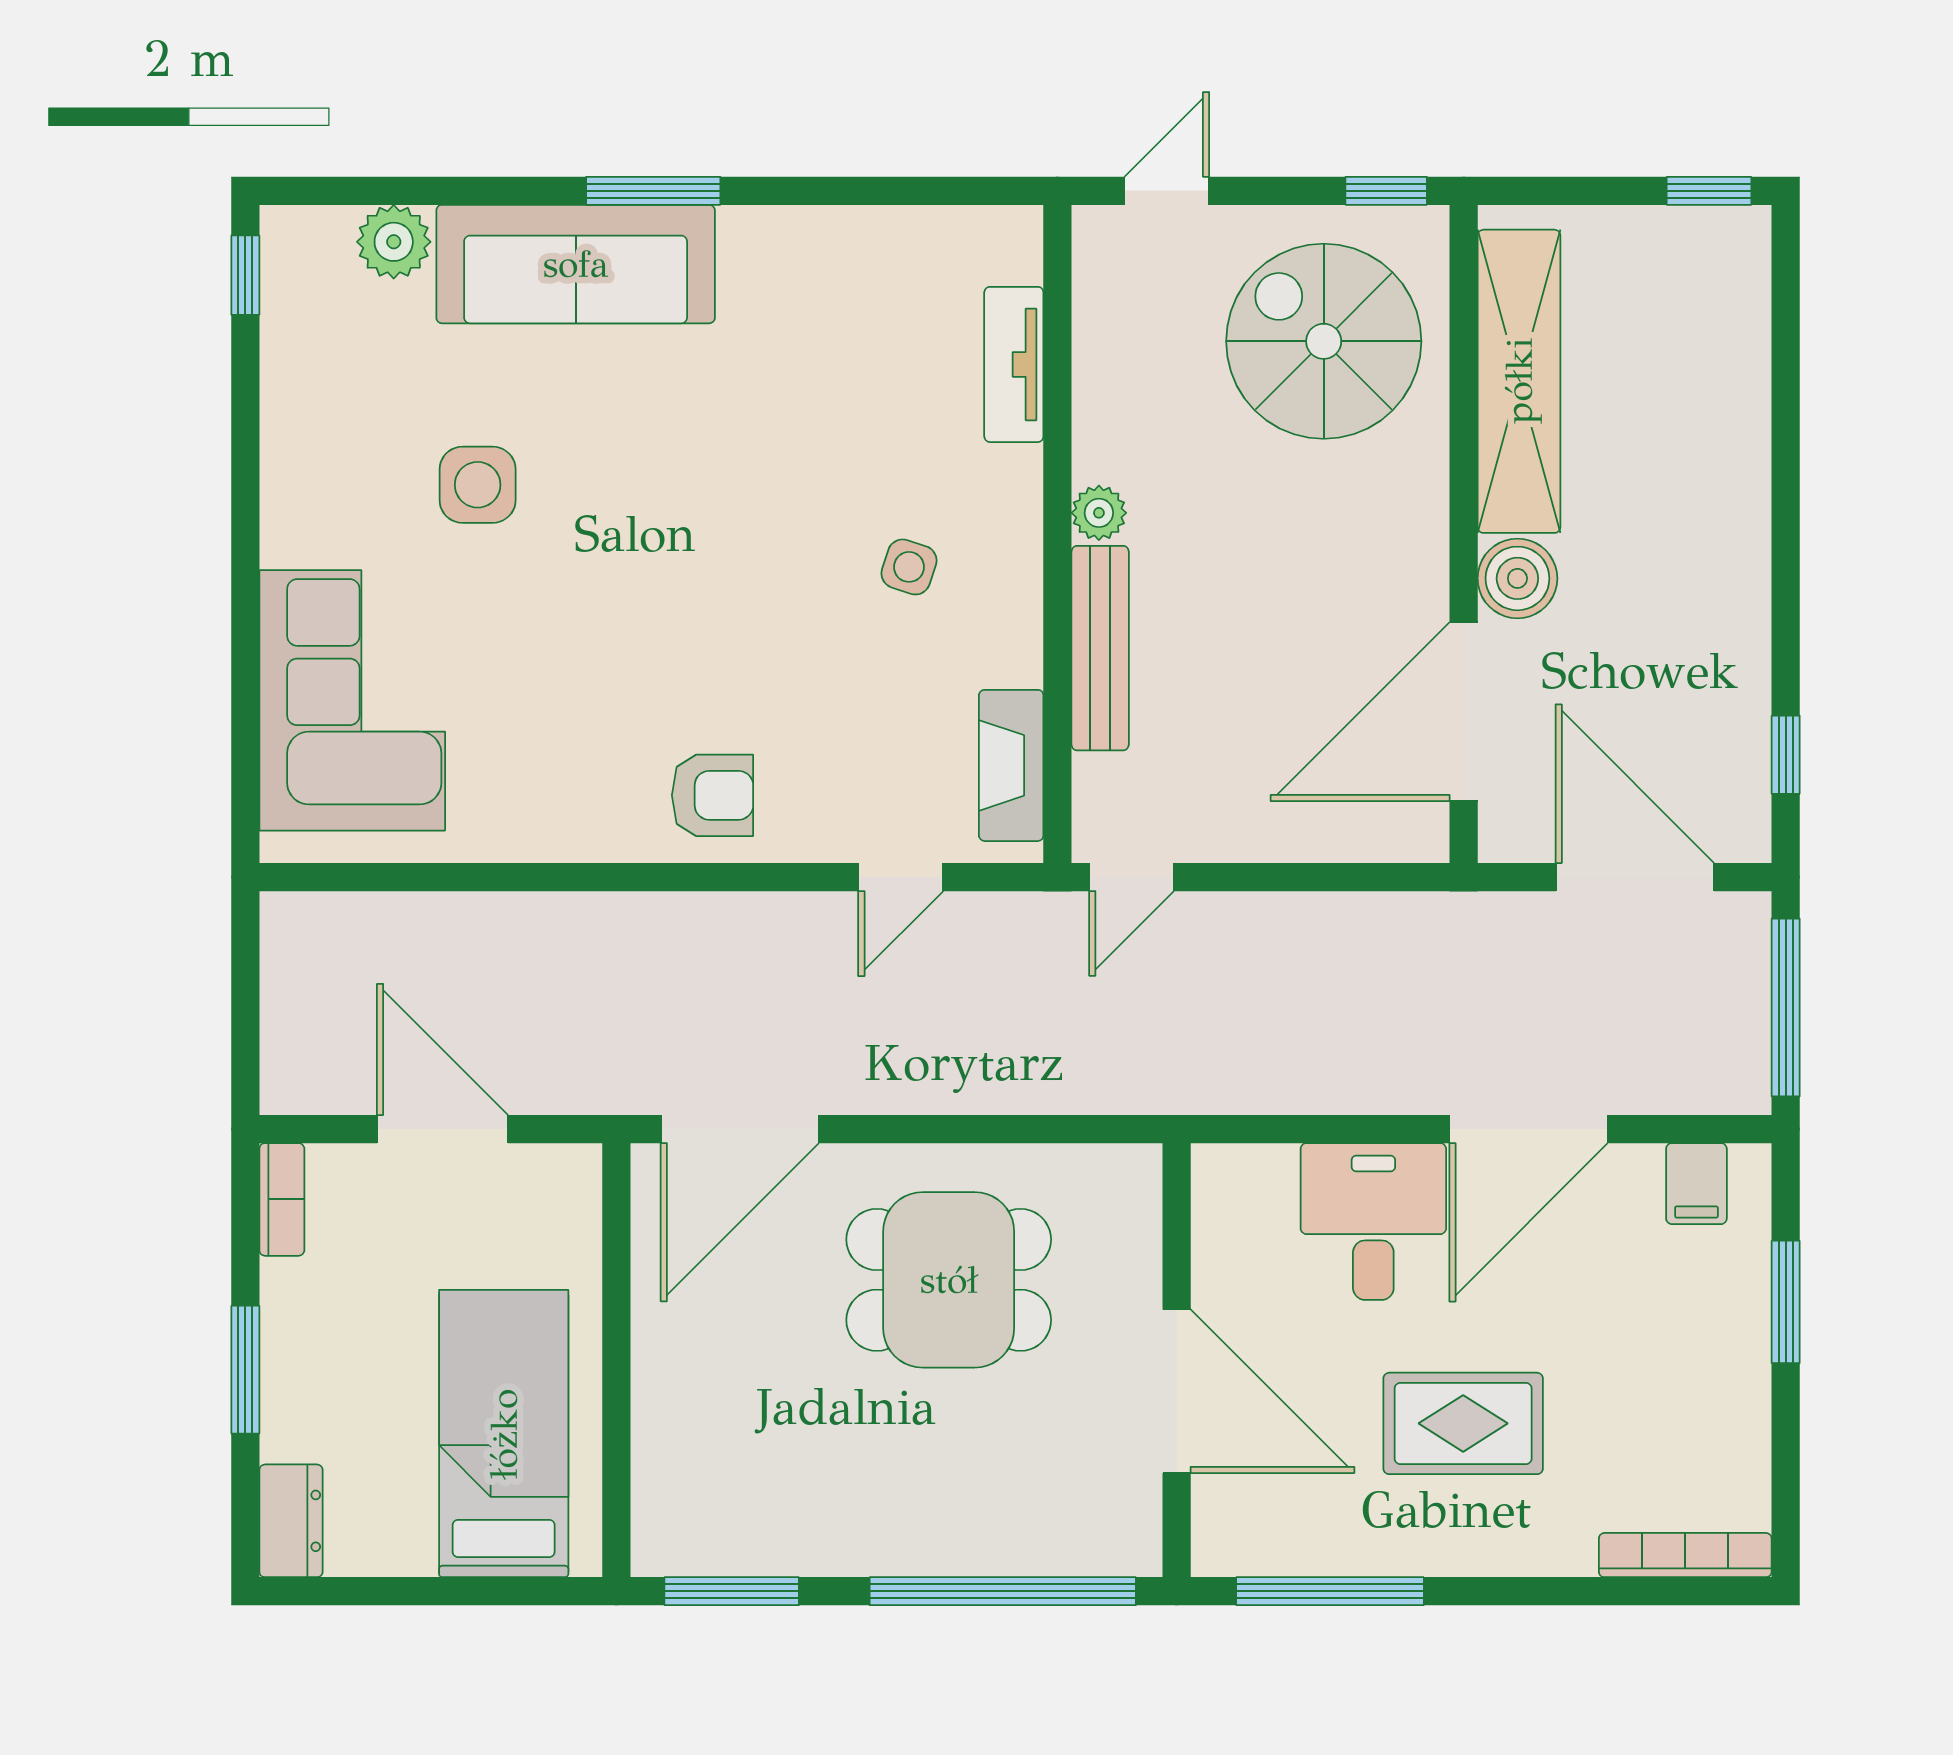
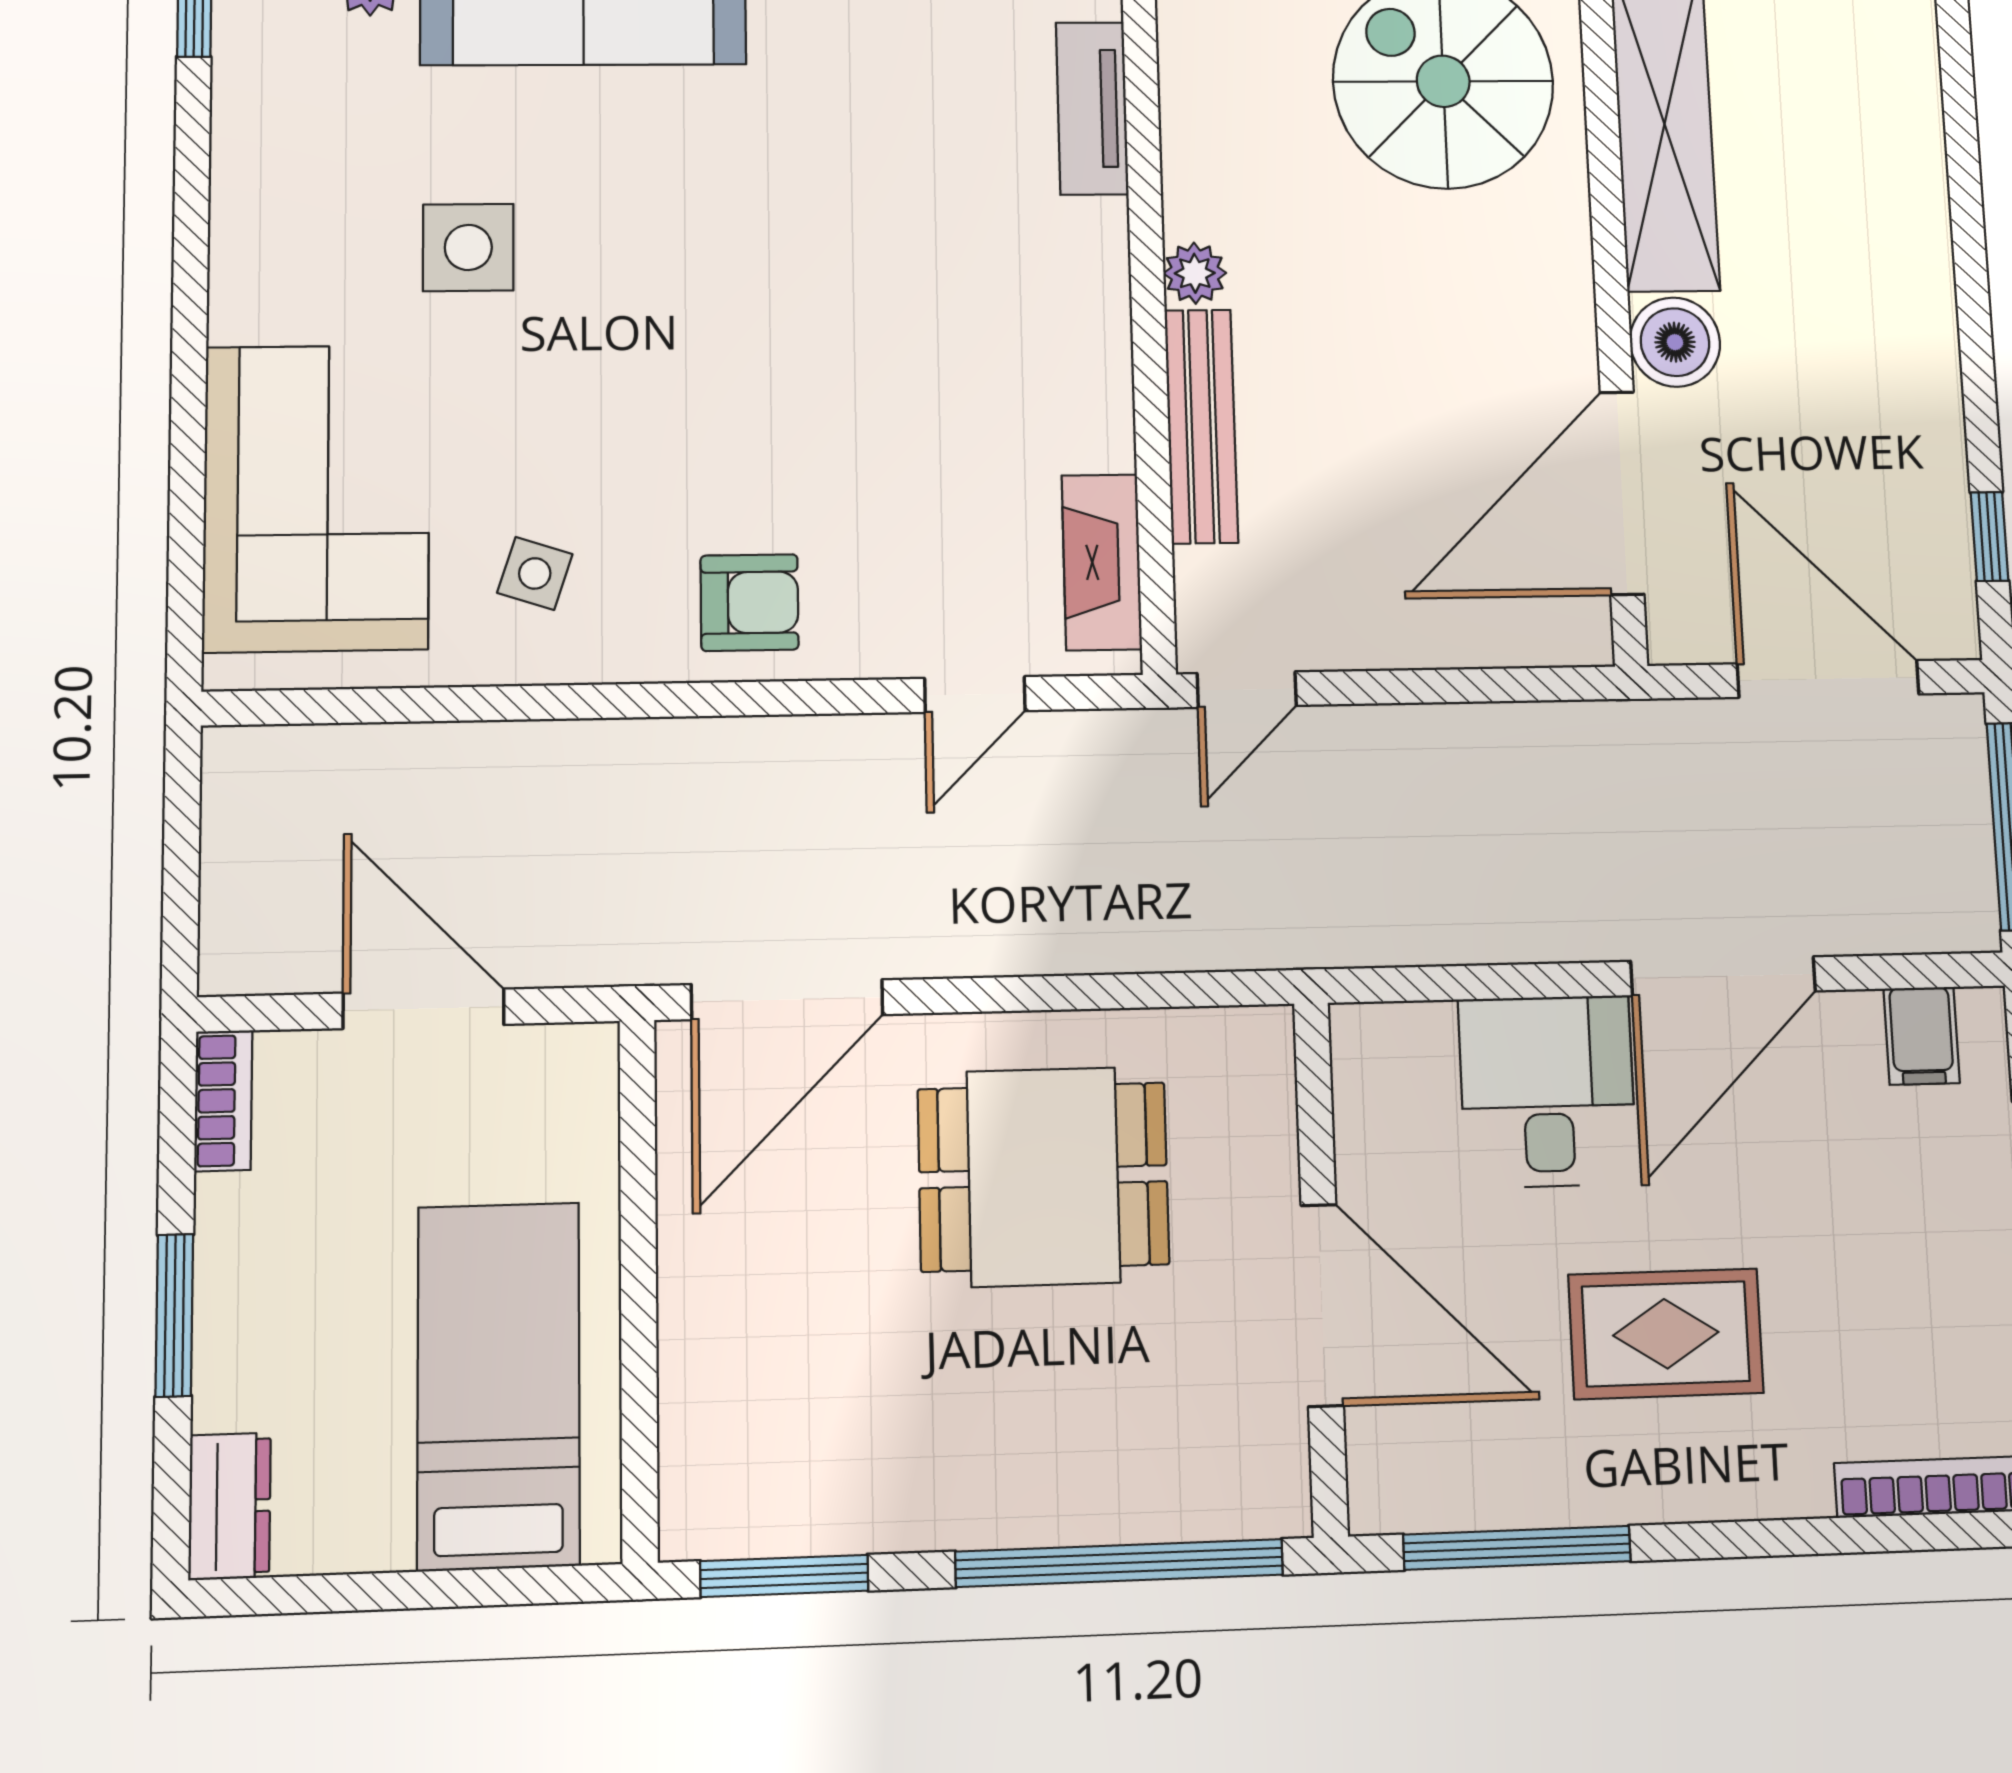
side table: (909, 567) -> (535, 573), moved

